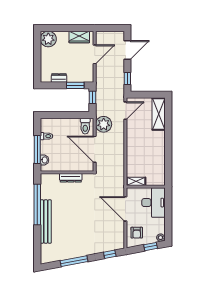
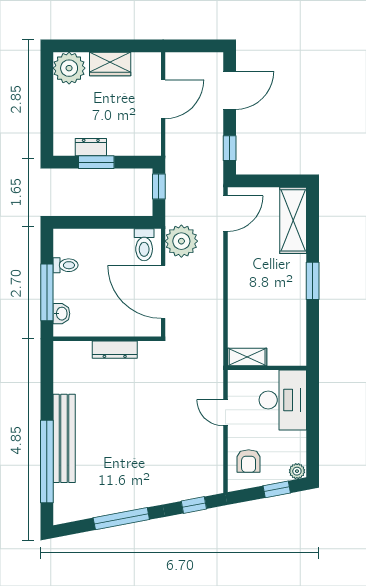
wardrobe: (79, 37) -> (110, 64), moved
window: (75, 85) -> (96, 162), moved
window: (168, 144) -> (313, 281), added
window: (37, 204) -> (47, 462), moved
door: (125, 209) -> (225, 413), width x0.53

